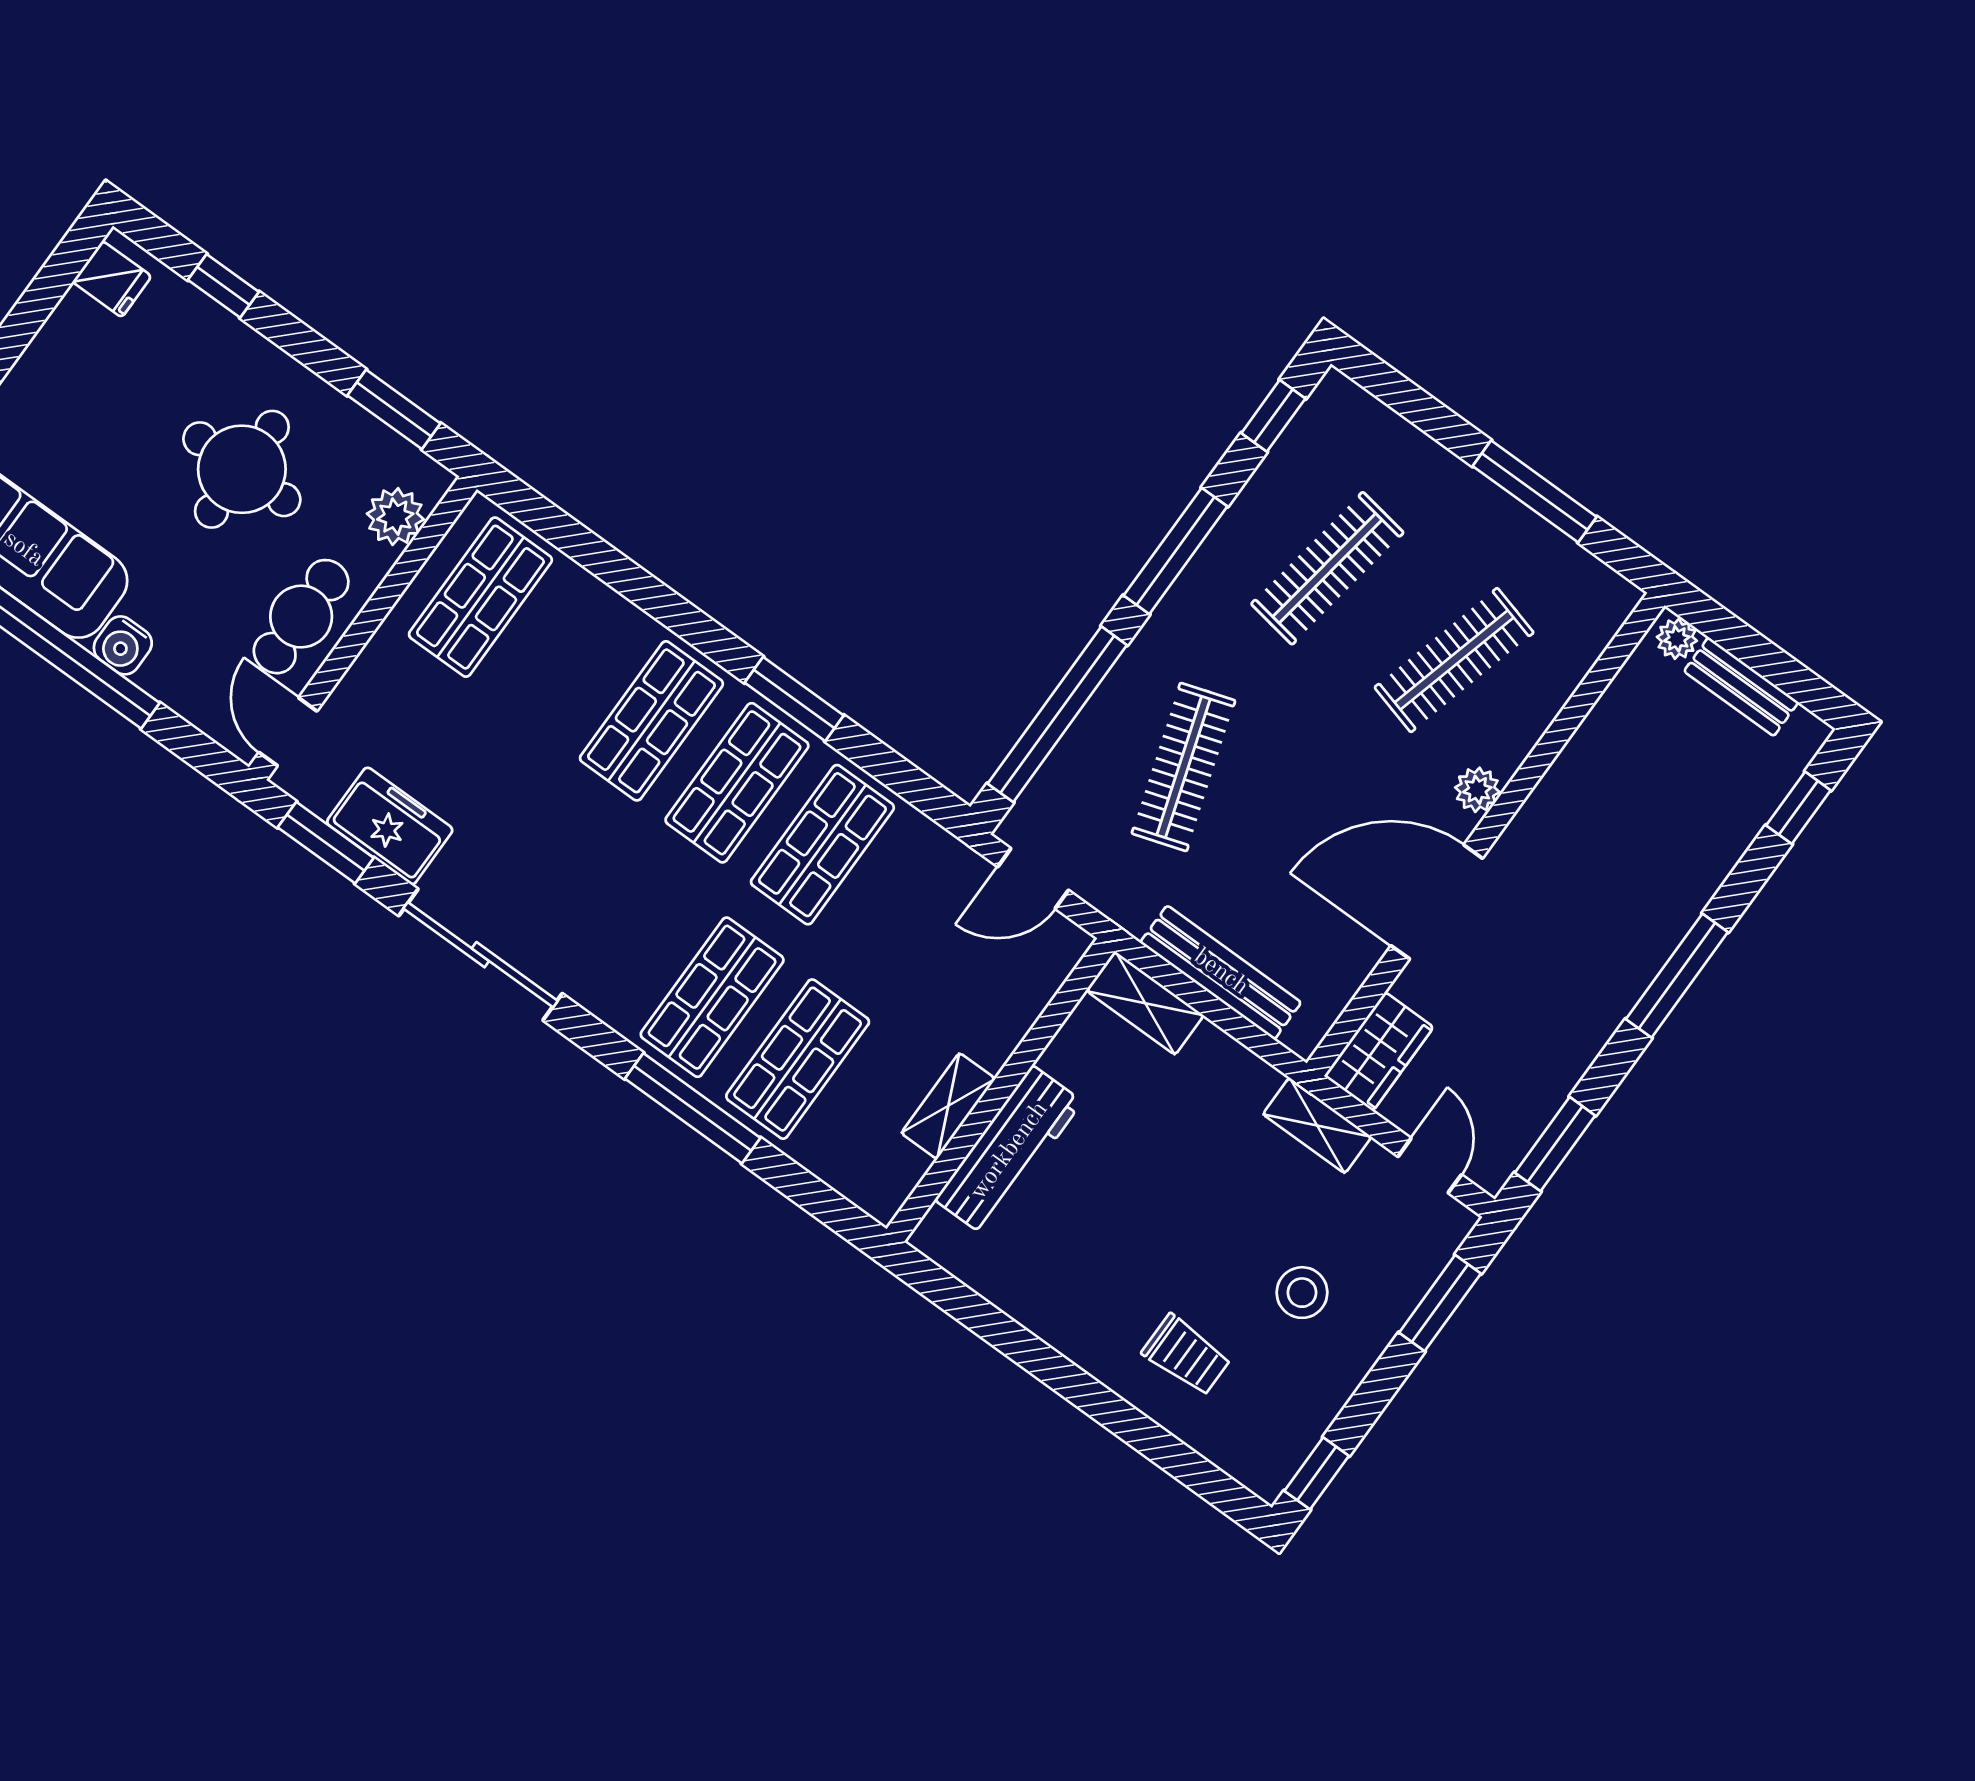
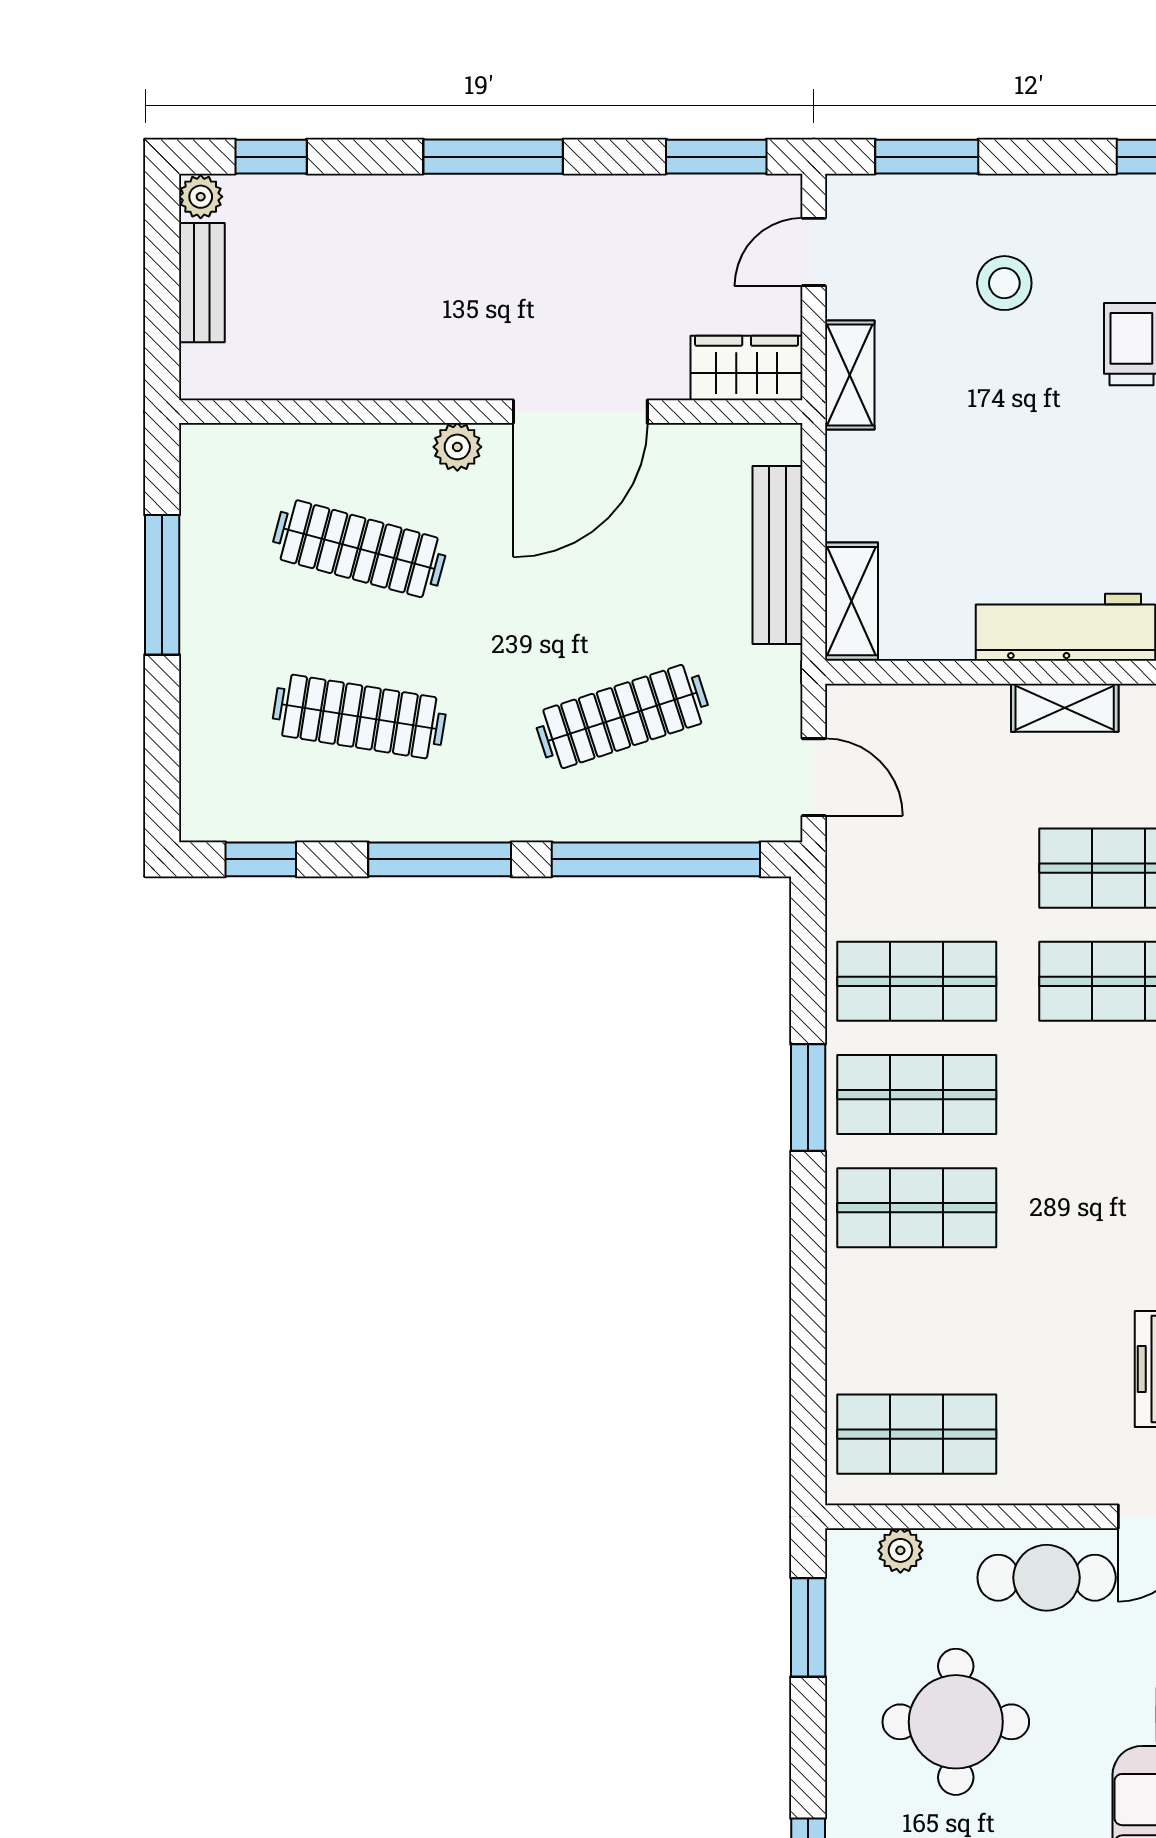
plant: (395, 517) -> (900, 1550), width x0.73, depth x0.73
plant: (1677, 639) -> (201, 197), moved
door: (1437, 902) -> (580, 412), hinge flipped

